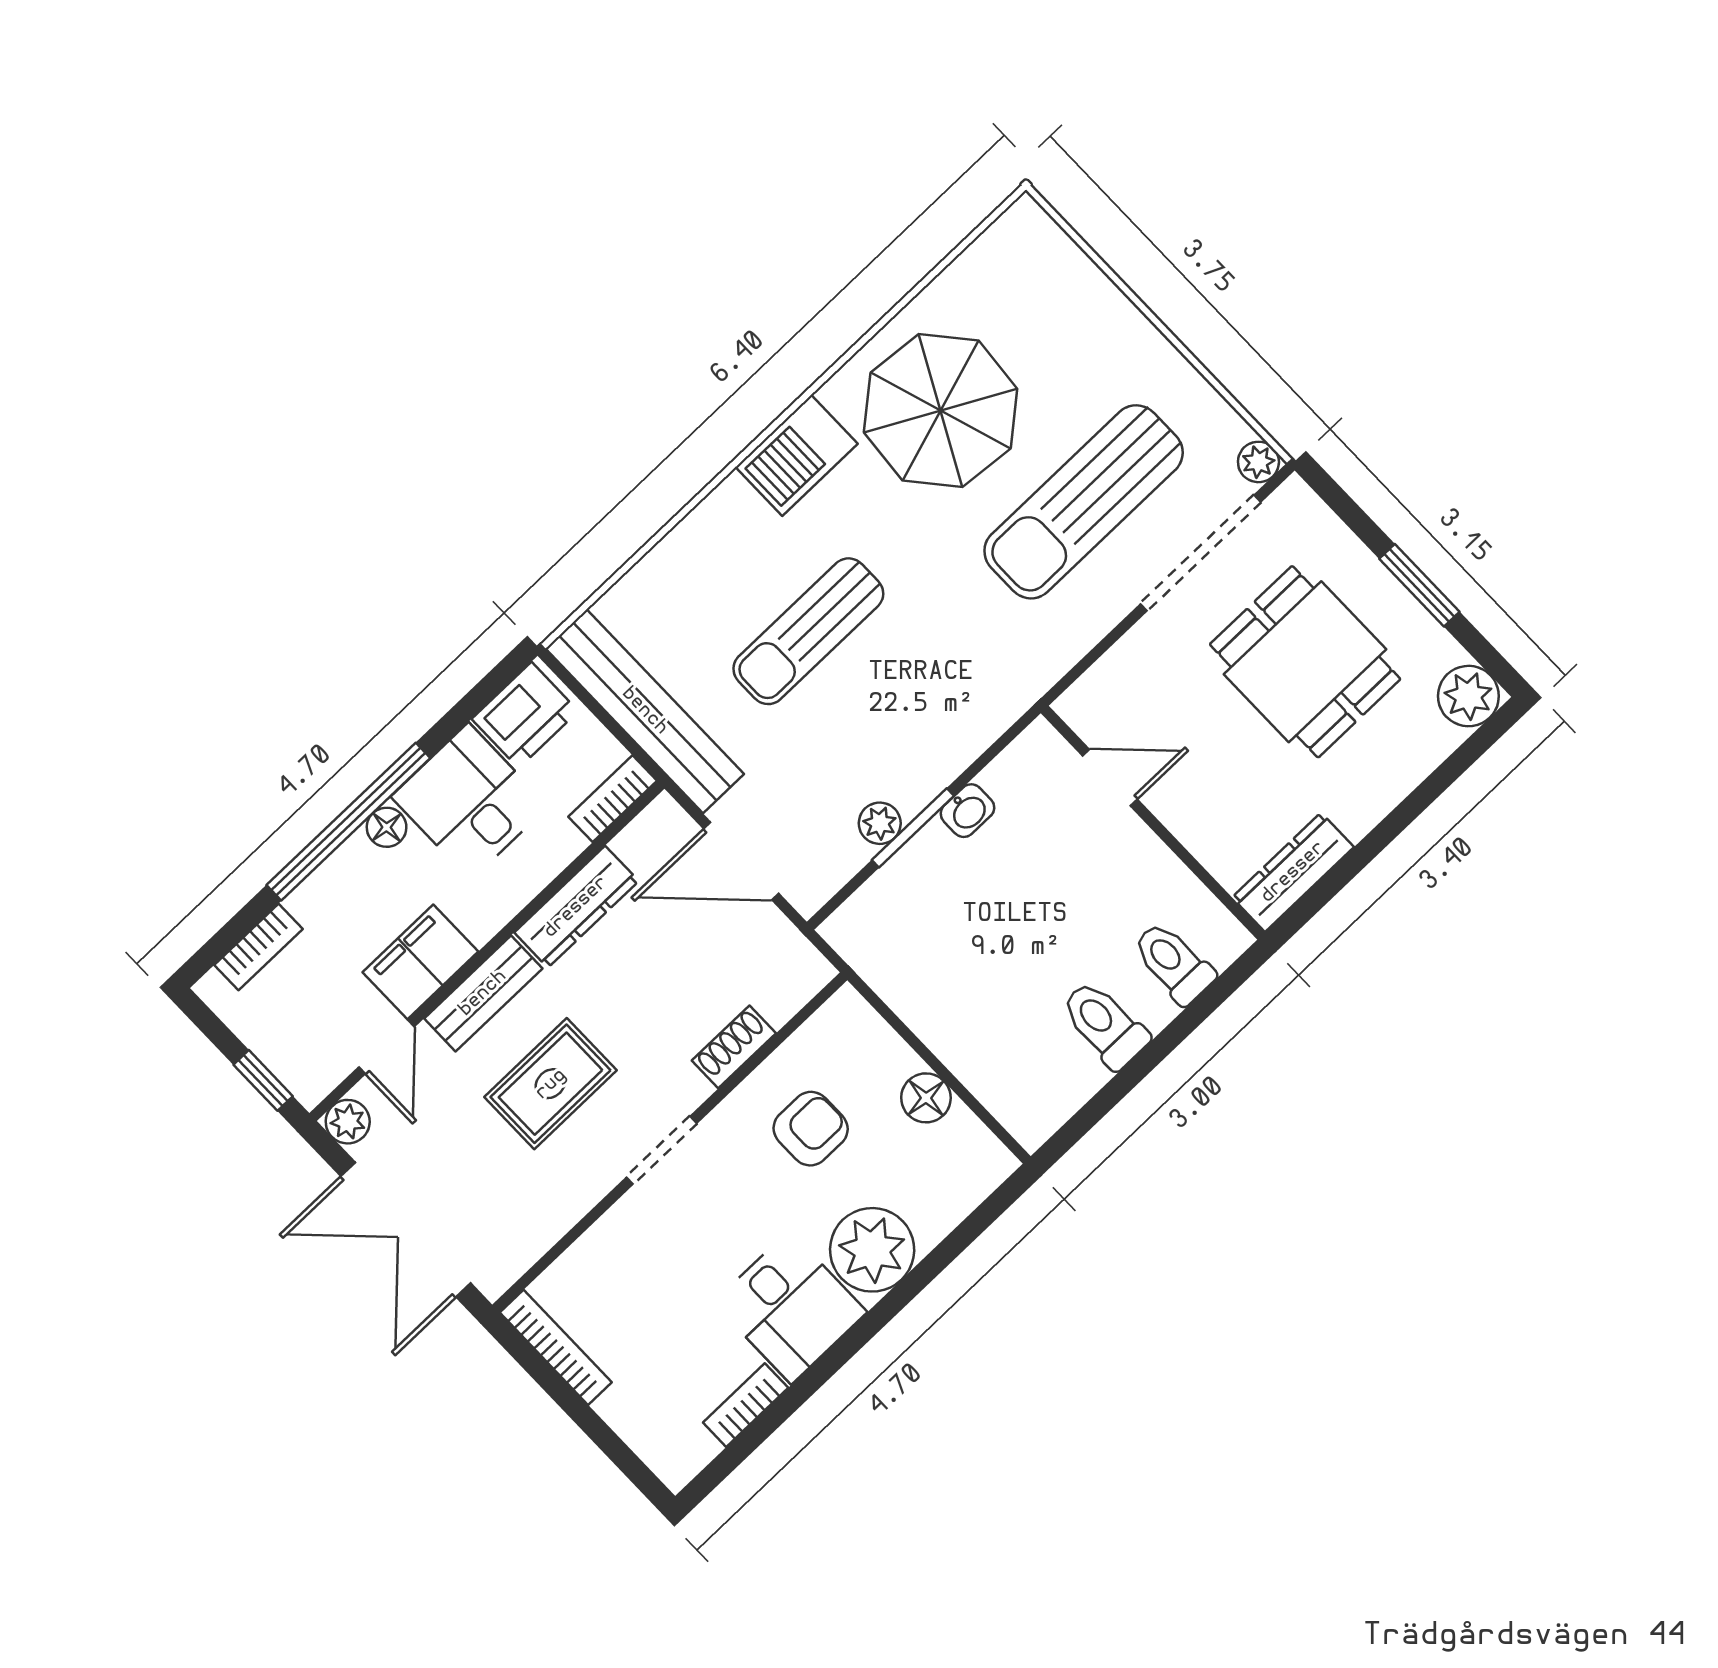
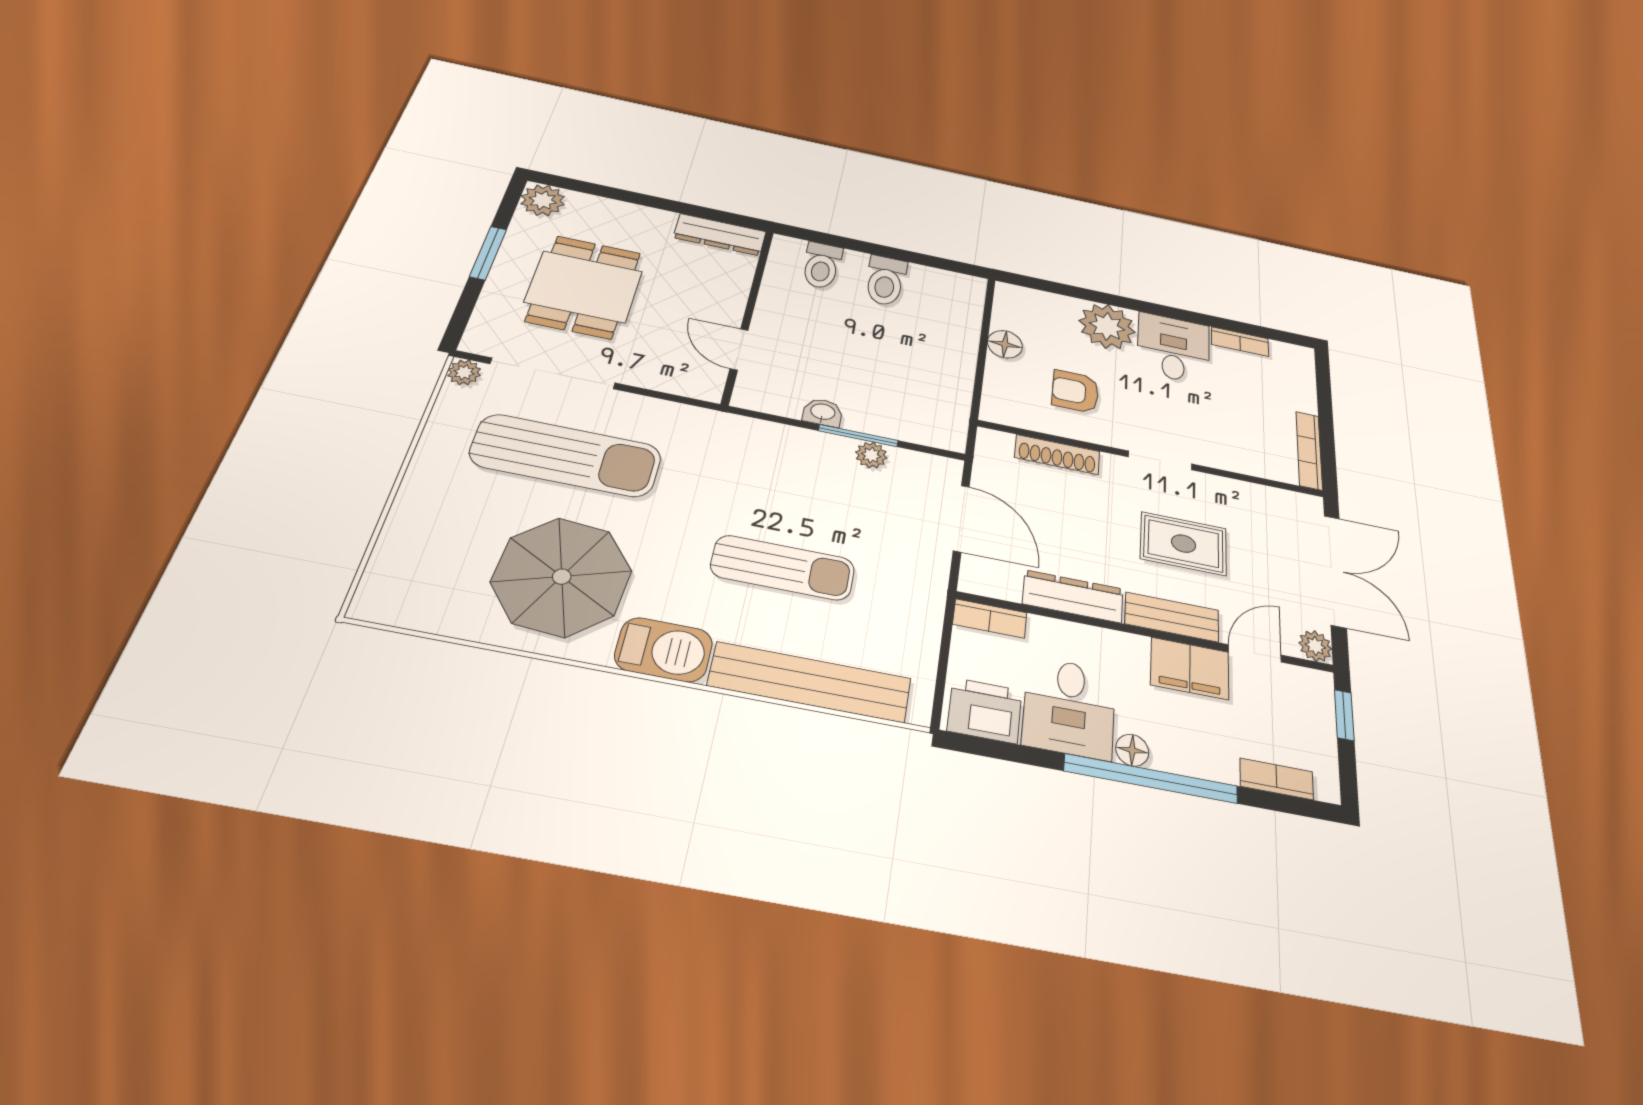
bench: (645, 711) -> (810, 682), moved, turned 90
shoe rack: (734, 1047) -> (1057, 454), width x1.43

